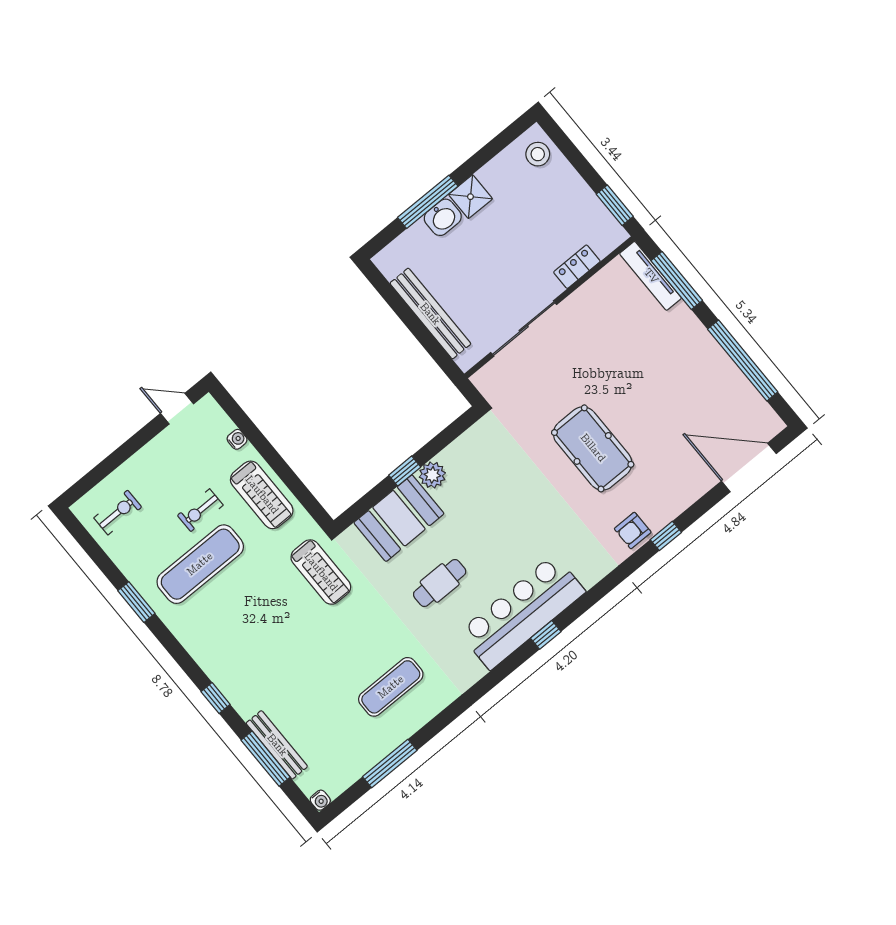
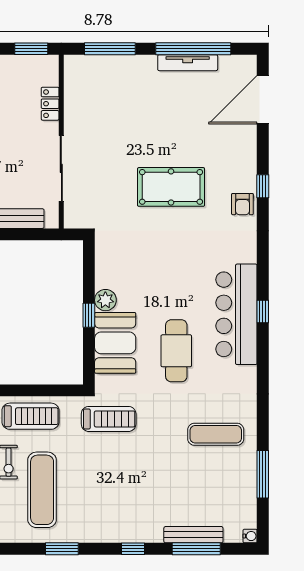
tv unit: (651, 276) -> (188, 63), moved
cafe table: (440, 583) -> (176, 351), width x1.37, depth x1.35
window: (136, 602) -> (62, 549), moved
exercise mat: (391, 687) -> (216, 434), turned 90

